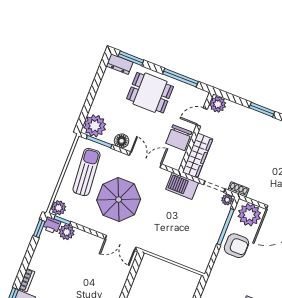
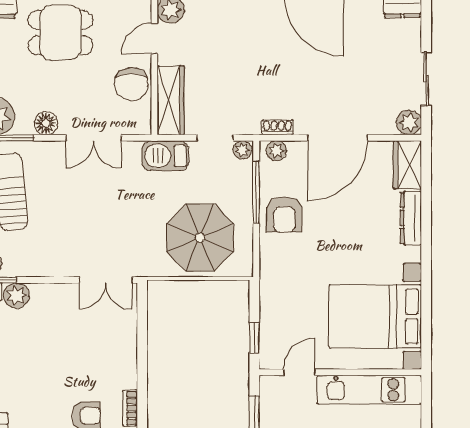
double door: (145, 160) -> (94, 138), swing flipped
shoe rack: (238, 189) -> (277, 127), moved
parasol: (119, 200) -> (200, 238), moved
plant: (249, 215) -> (276, 151), width x0.53, depth x0.53
armchair: (236, 246) -> (284, 215), turned 90

